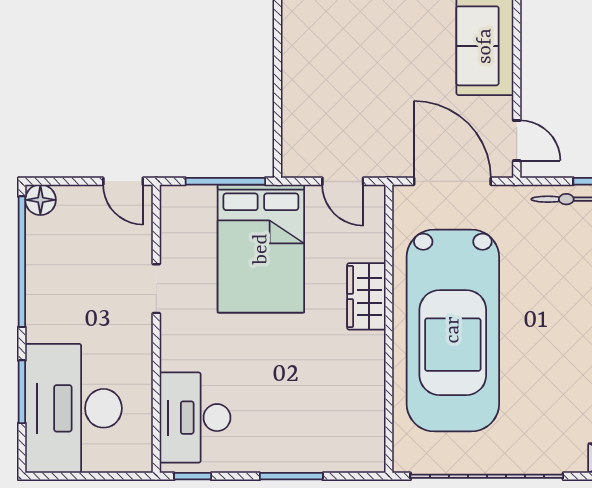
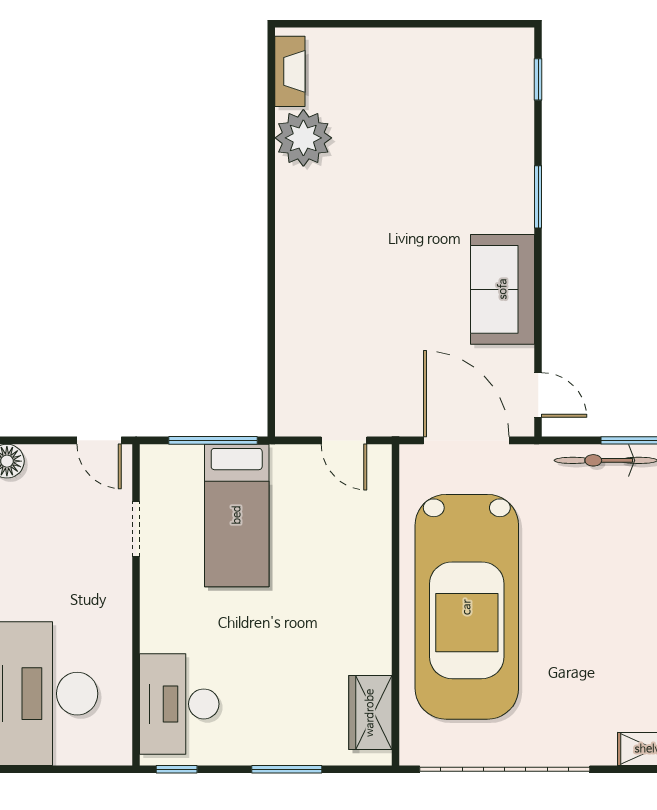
bed: (261, 249) -> (237, 515), width x0.67
doorway: (156, 289) -> (136, 529), moved
wardrobe: (366, 296) -> (370, 713), moved

